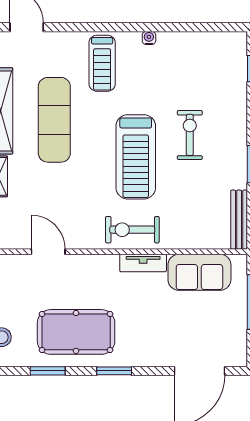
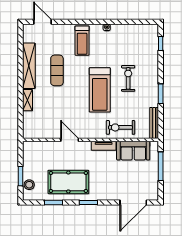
exercise mat: (54, 120) -> (57, 70), width x0.73, depth x0.69
exercise bike: (132, 230) -> (120, 127), moved
door: (48, 252) -> (70, 140), moved

